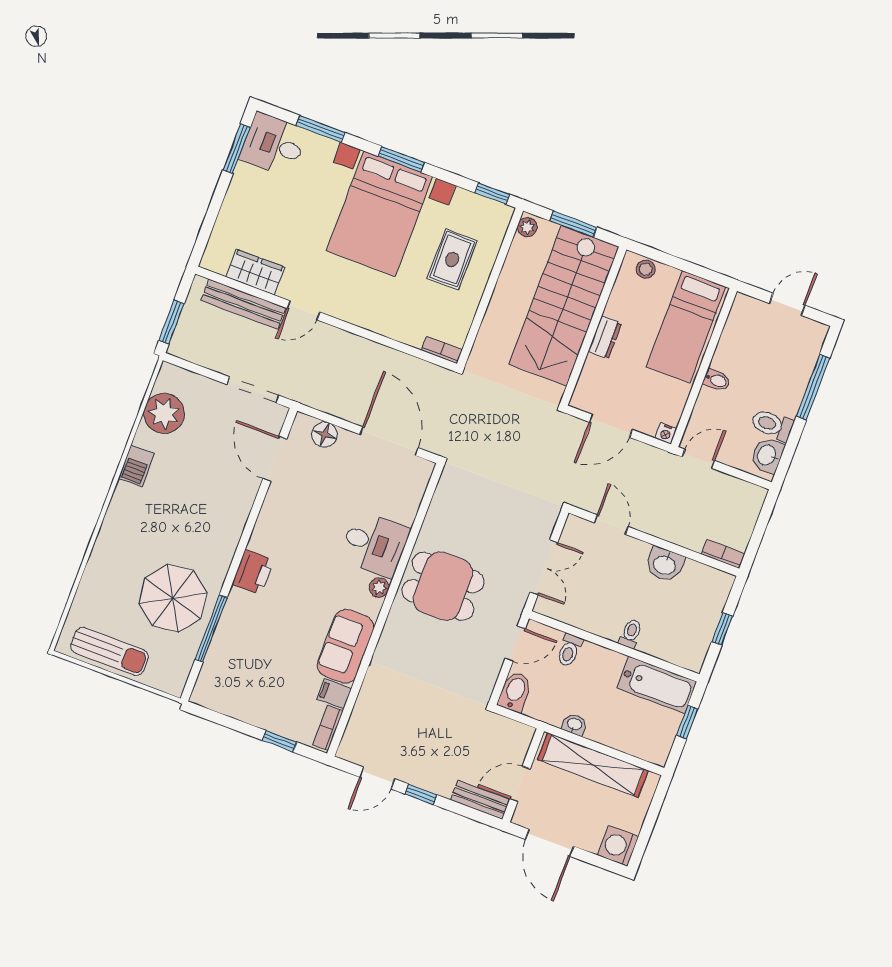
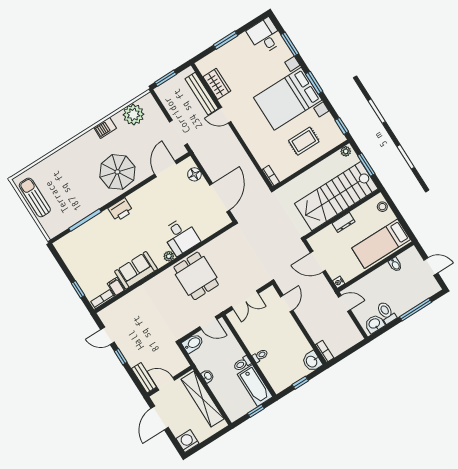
window: (237, 149) -> (226, 40), moved
bidet: (717, 380) -> (395, 265), moved
washbasin: (665, 564) -> (312, 361), moved
parasol: (173, 598) -> (117, 172), moved
toilet: (569, 650) -> (242, 364), moved
sun lounger: (109, 651) -> (35, 197), turned 180

